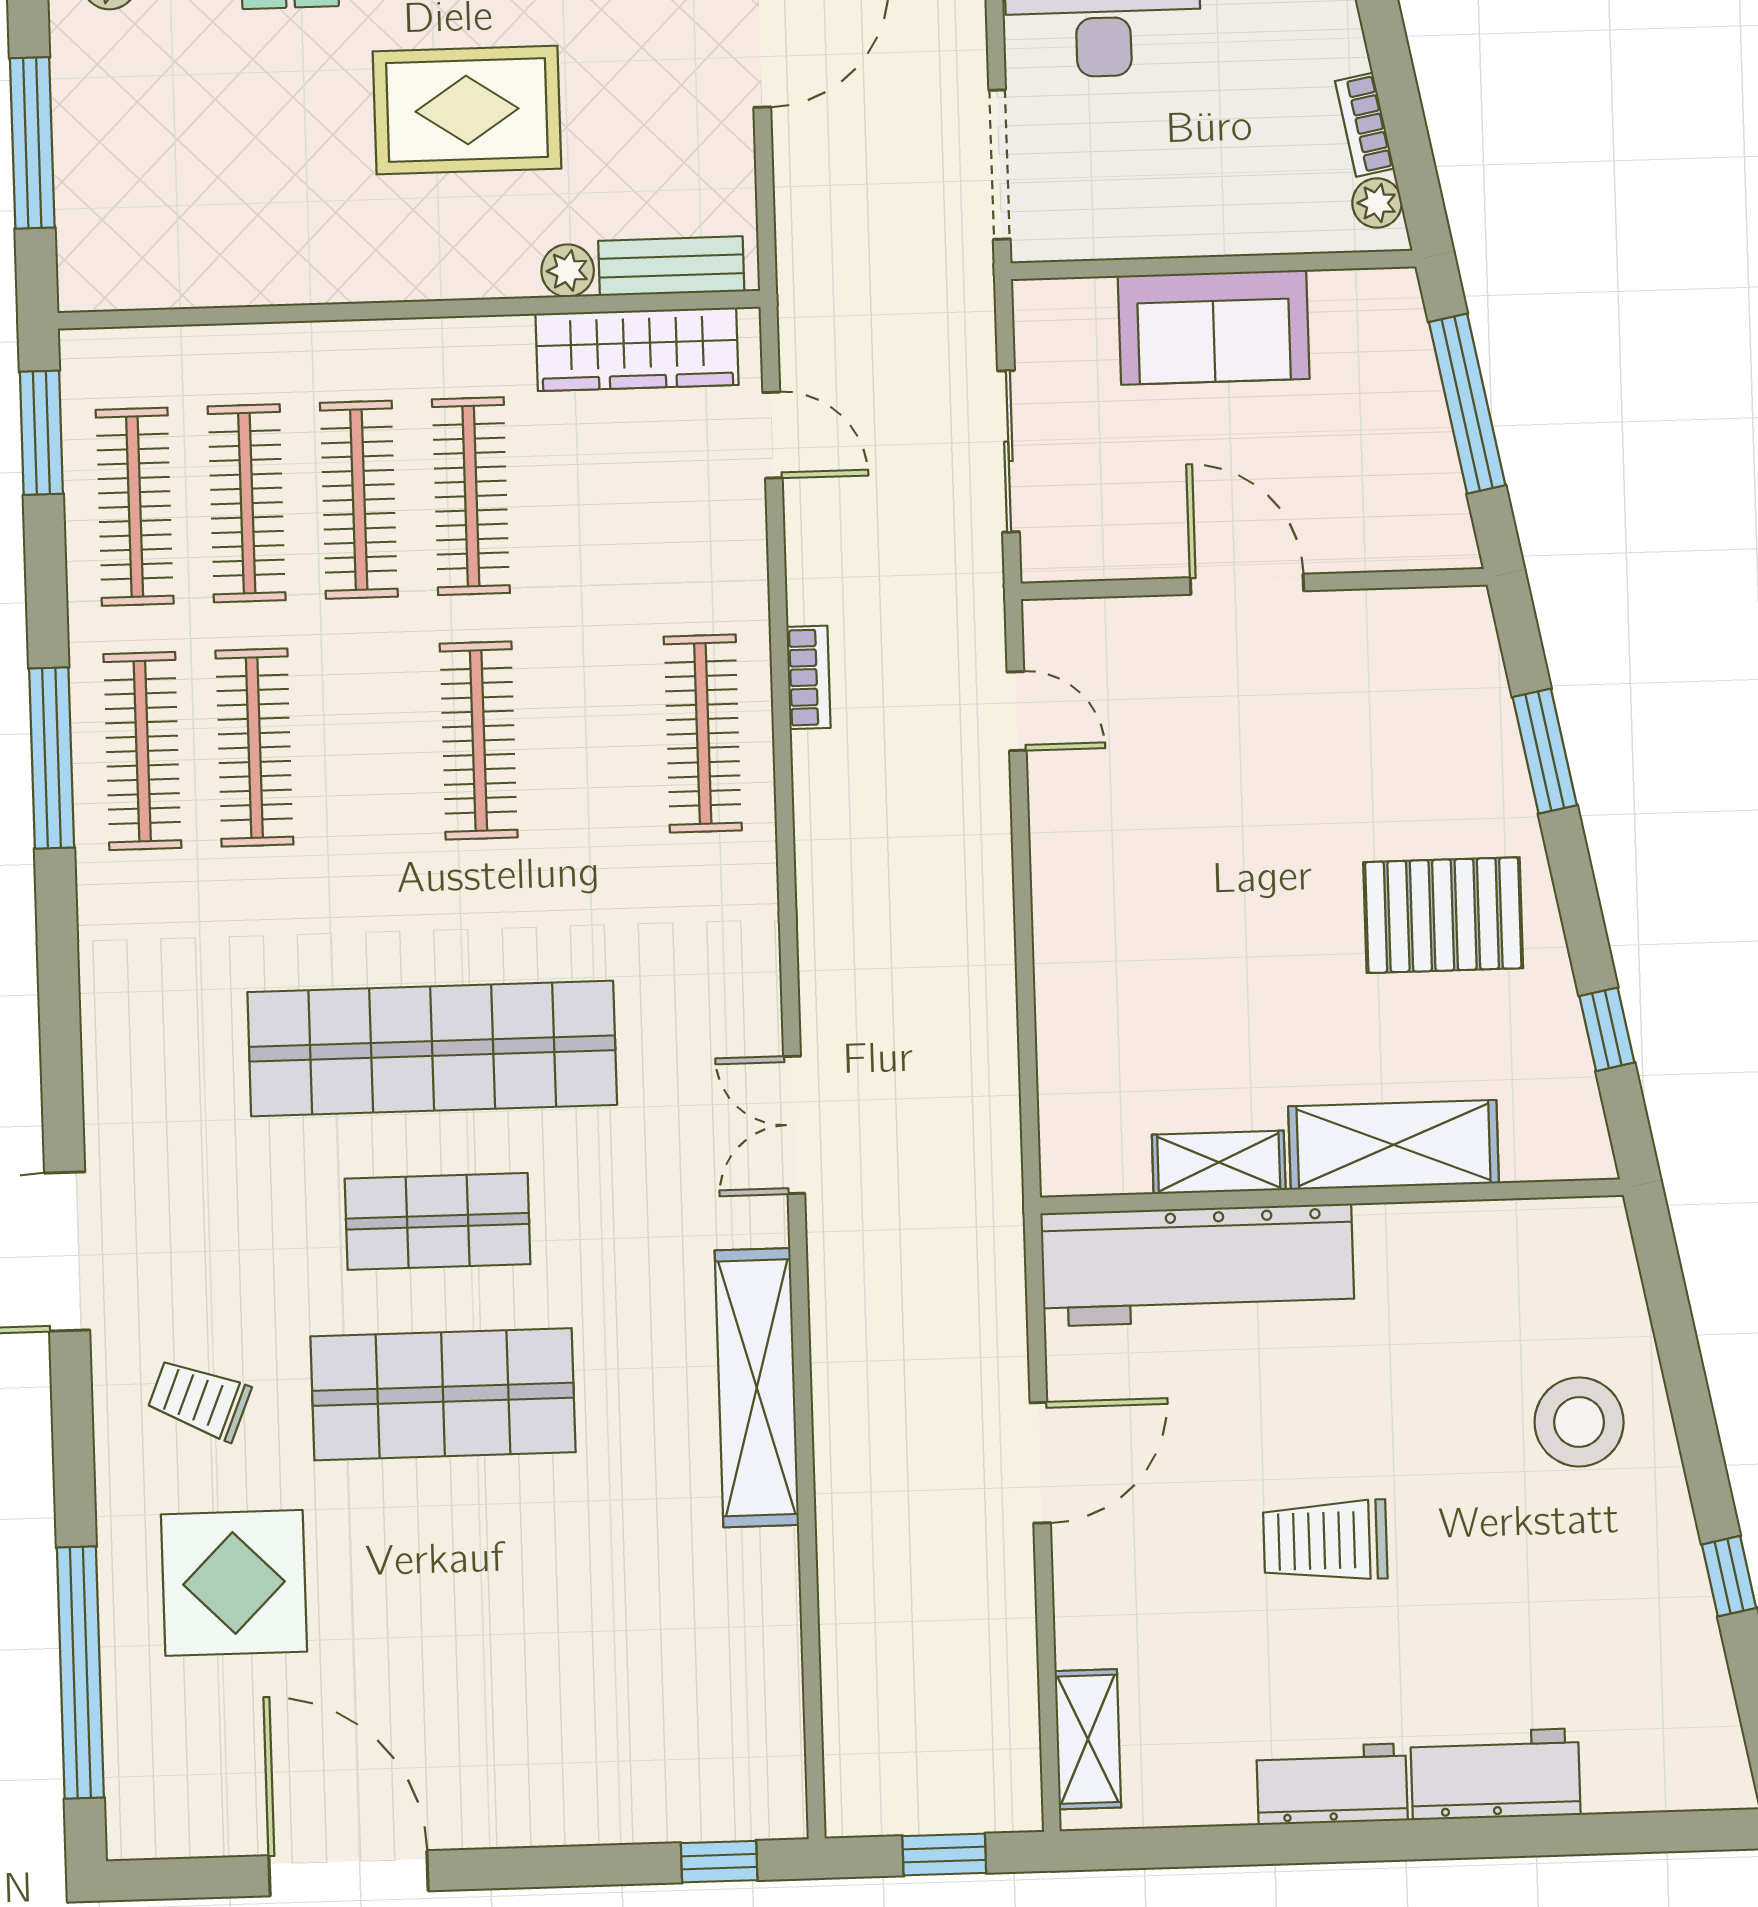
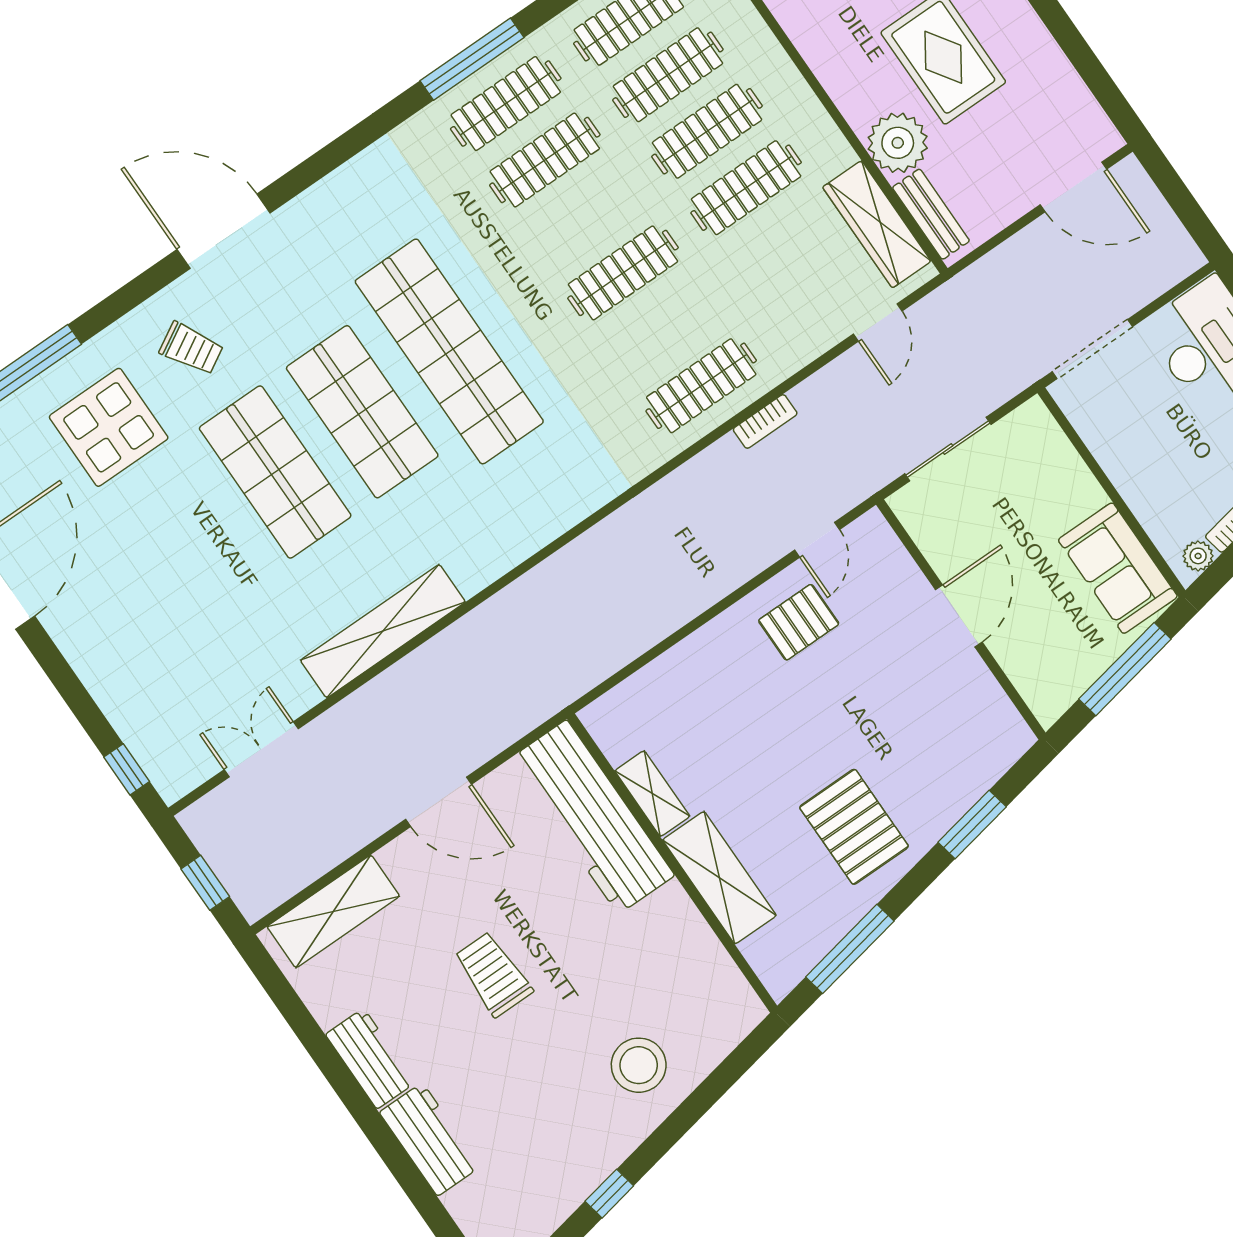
plant: (568, 271) -> (898, 143), width x1.88, depth x1.88
sofa: (1214, 327) -> (1118, 568), moved
pallet: (1113, 809) -> (799, 622), added
window: (1607, 1029) -> (850, 949), width x2.17
double door: (794, 1125) -> (261, 749), moved
shop shelf: (438, 1221) -> (362, 412), width x1.43, depth x1.36
trolley: (199, 1400) -> (191, 348), turned 128
shelving: (1088, 1739) -> (333, 911), width x1.50, depth x1.33

